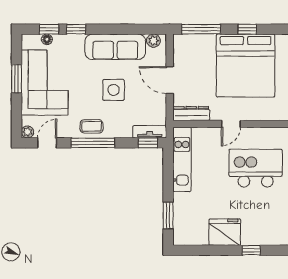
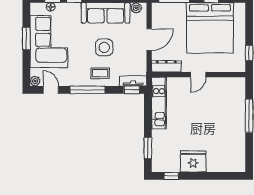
door: (170, 80) -> (149, 40), swing flipped
coffee table: (92, 126) -> (100, 73), moved
door: (47, 143) -> (51, 90), hinge flipped
kitchen island: (256, 168) -> (218, 110), removed
window: (251, 250) -> (171, 176), moved

